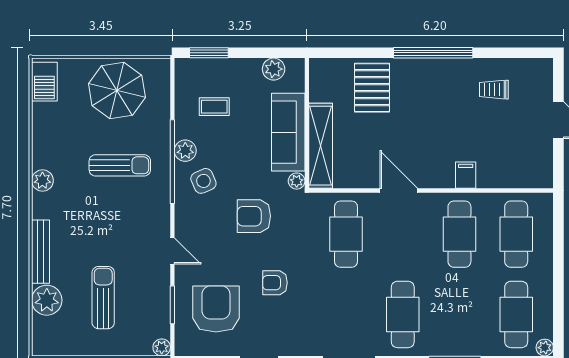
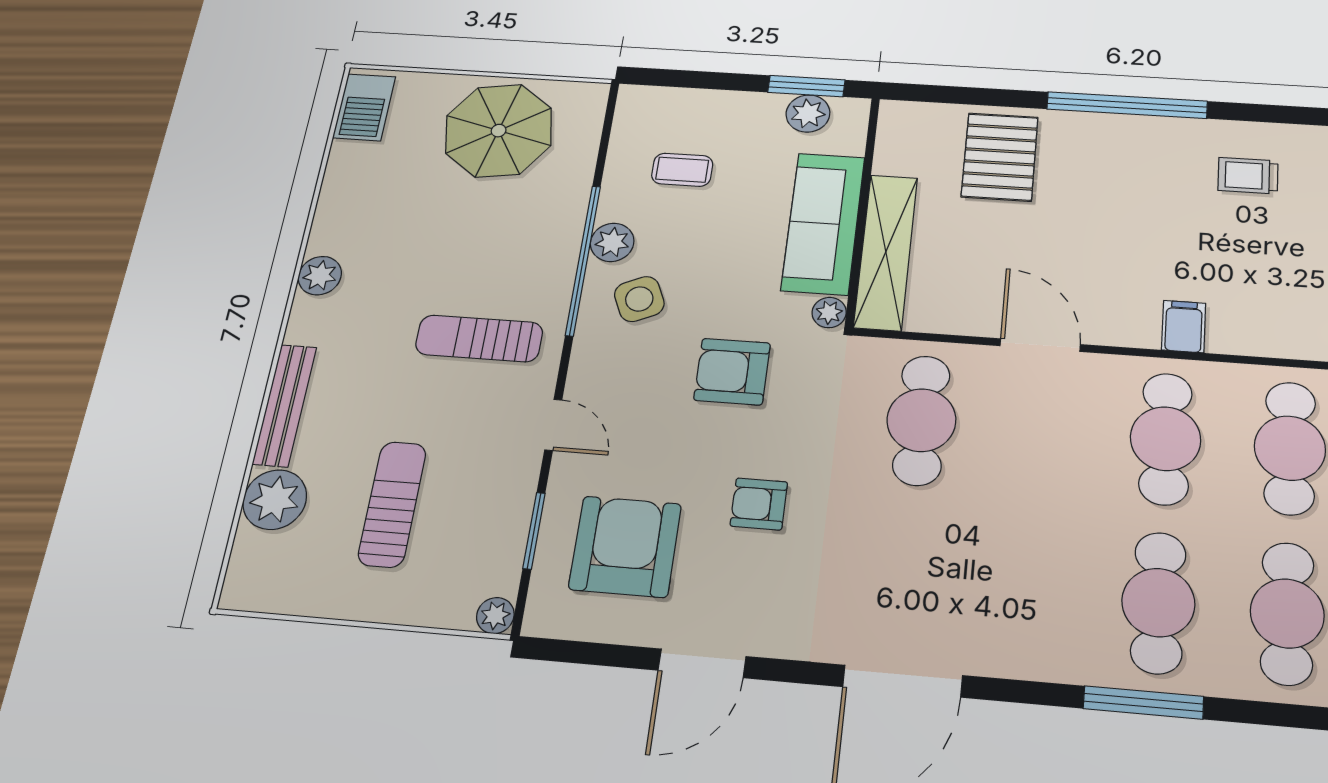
window: (209, 53) -> (806, 86), moved
sun lounger: (120, 165) -> (479, 338), moved, turned 180
cafe table: (403, 314) -> (1158, 603), moved

